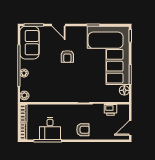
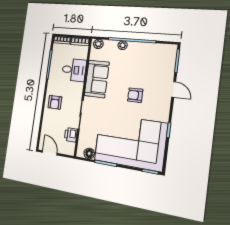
door: (59, 25) -> (174, 89), swing flipped
sofa: (29, 43) -> (97, 79), moved, turned -90
desk: (50, 129) -> (74, 70), moved, turned 180

